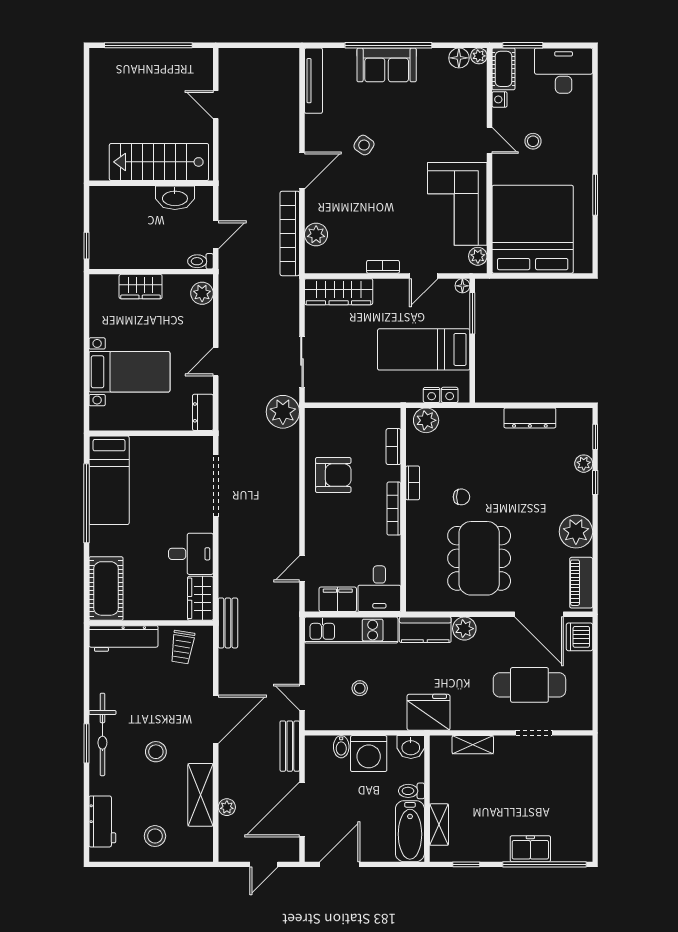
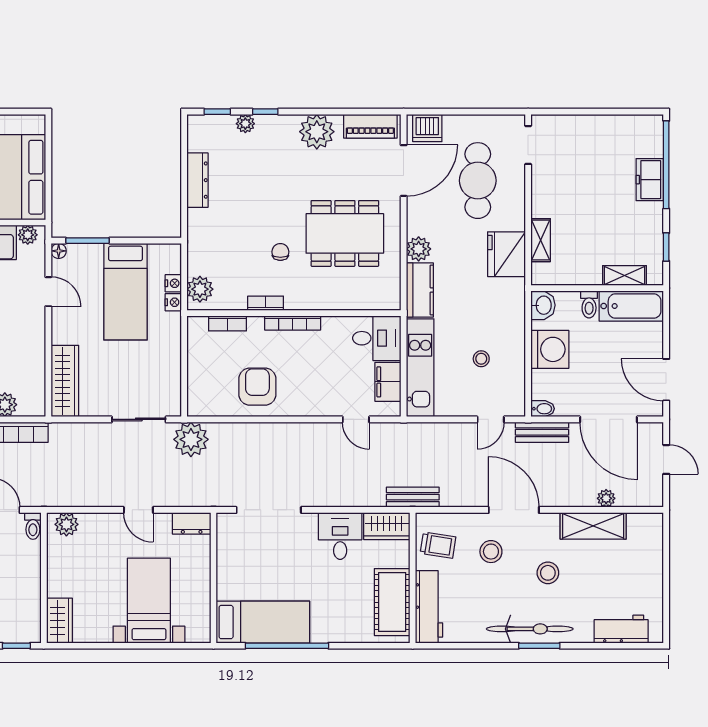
bookcase: (383, 267) -> (39, 334), removed
wardrobe: (141, 287) -> (59, 621), moved
nightstand: (450, 395) -> (173, 302), moved
cot: (106, 588) -> (392, 602), moved, turned 90
fridge: (428, 712) -> (506, 254), moved
doorway: (534, 733) -> (528, 145), moved
bidet: (341, 747) -> (543, 409), moved
stool: (155, 836) -> (491, 552), moved

